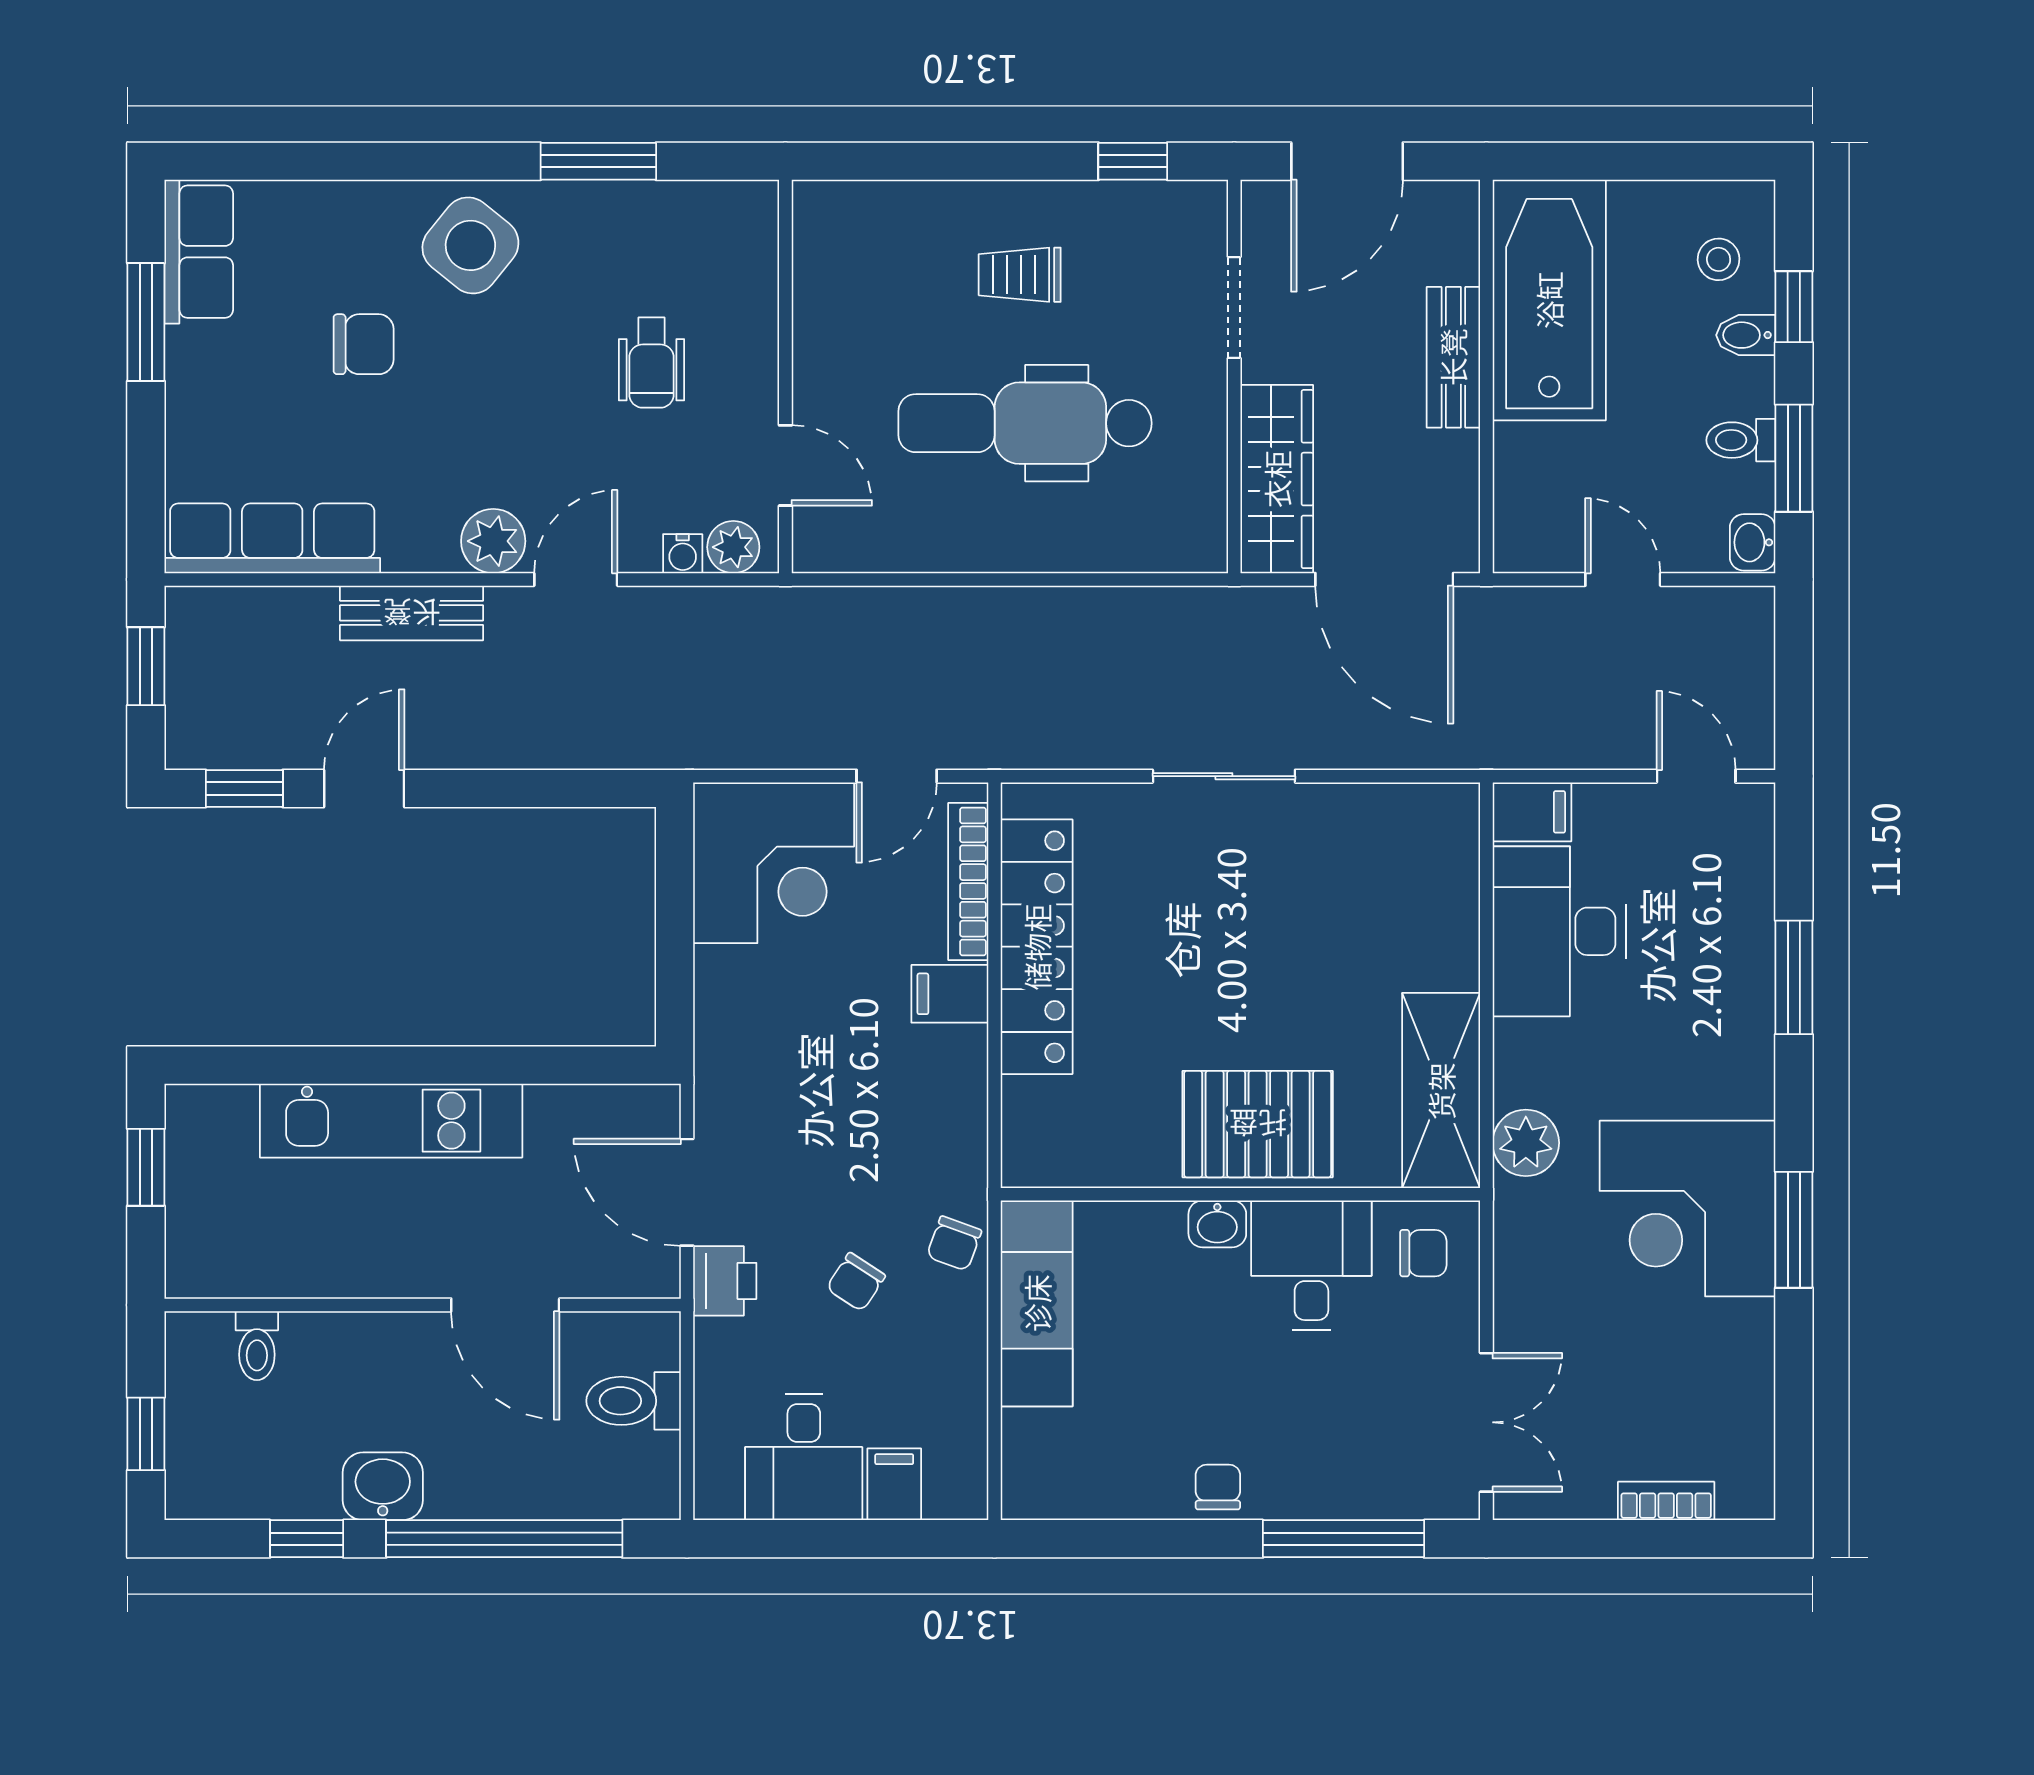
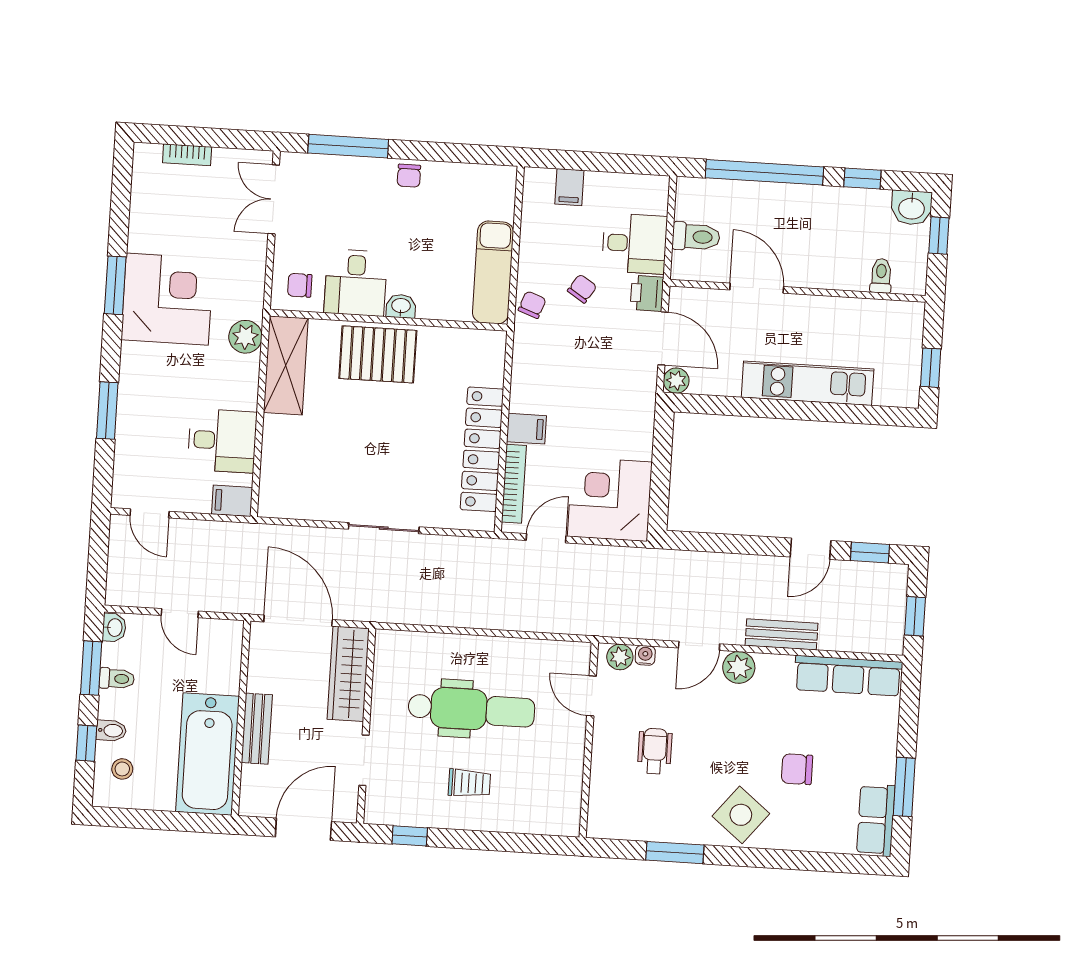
desk: (1559, 931) -> (222, 441), width x0.73
plant: (655, 1109) -> (676, 381), added
desk: (804, 1457) -> (634, 244), moved, turned 90
washbasin: (383, 1486) -> (912, 208), moved

